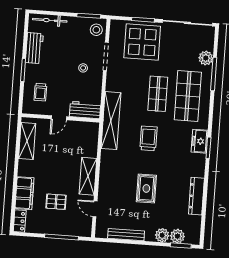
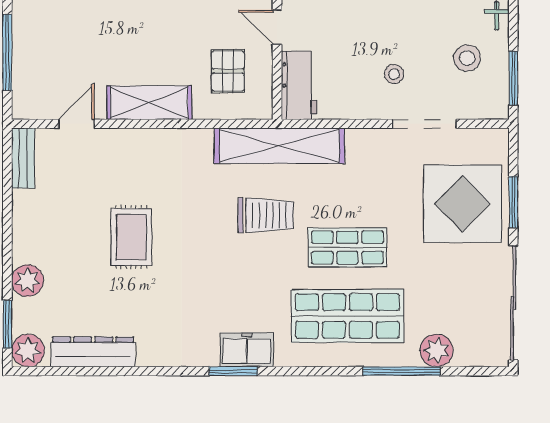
stool: (96, 30) -> (467, 58), moved
trolley: (148, 138) -> (266, 215), moved
rug: (146, 188) -> (131, 237), turned 90
dresser: (196, 196) -> (93, 352), moved
pallet: (56, 202) -> (228, 71), moved
bench: (126, 235) -> (23, 158), moved, width x0.73
plant: (177, 236) -> (28, 350), moved

